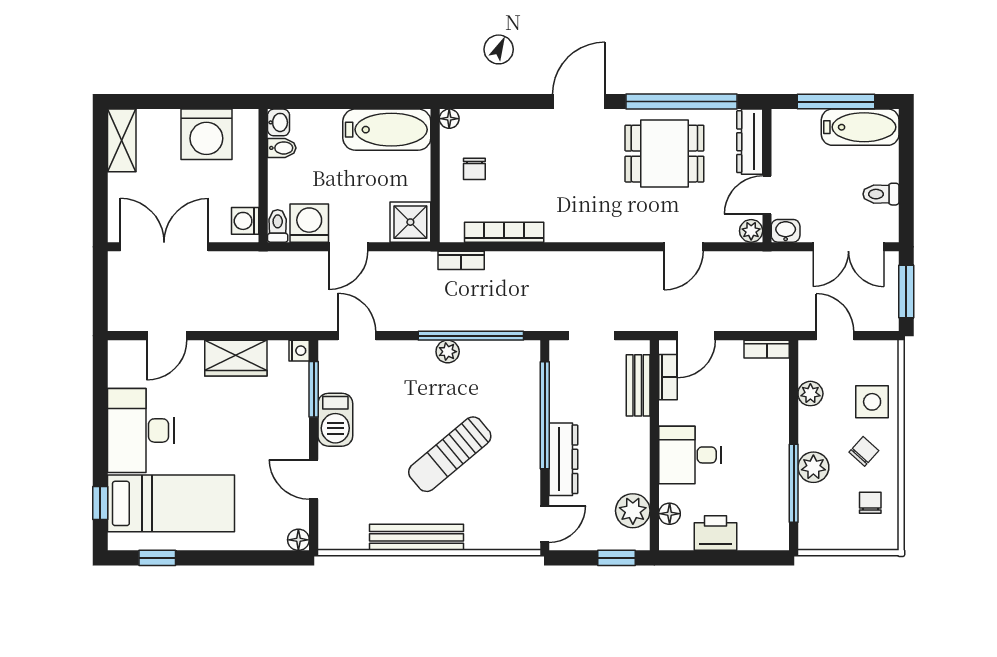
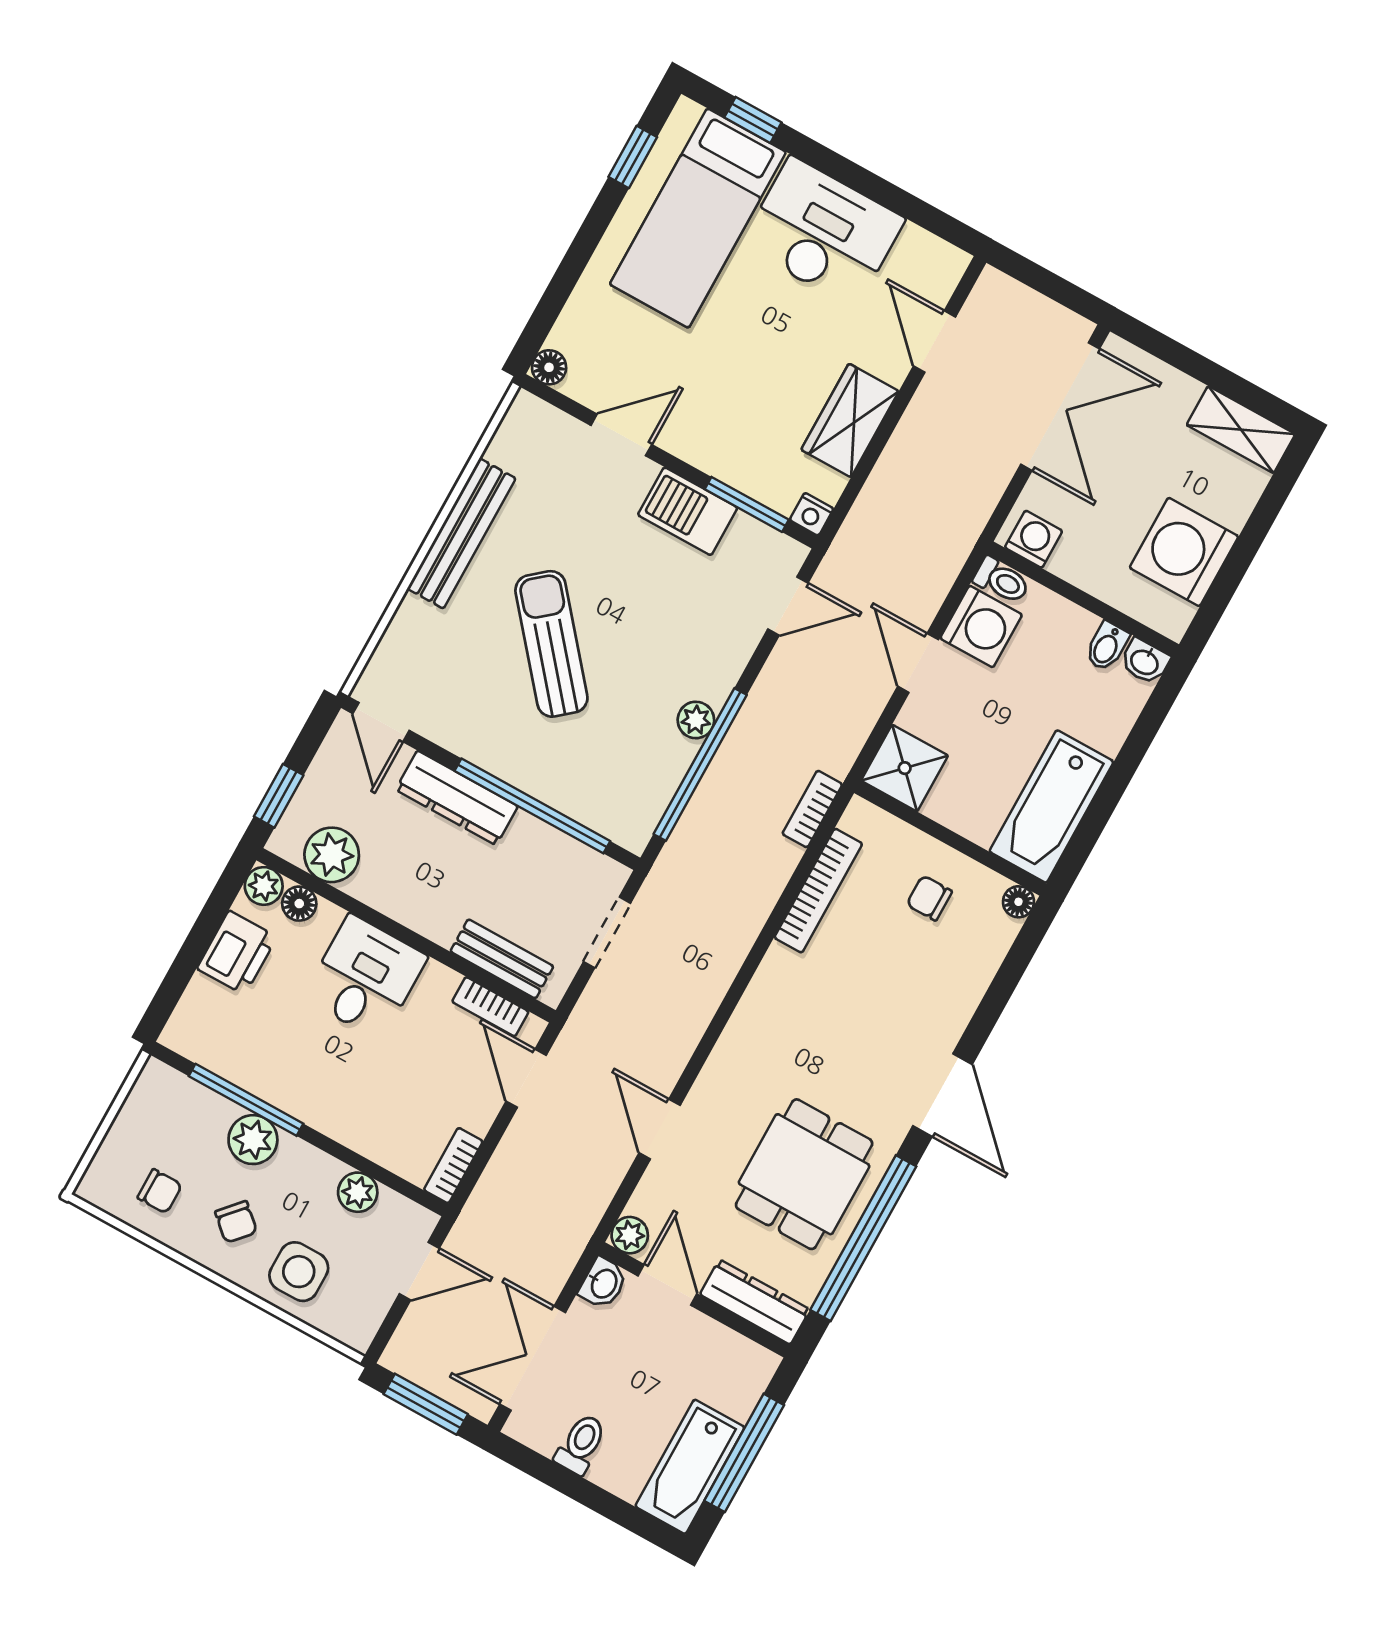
plant: (671, 539) -> (264, 886), added

